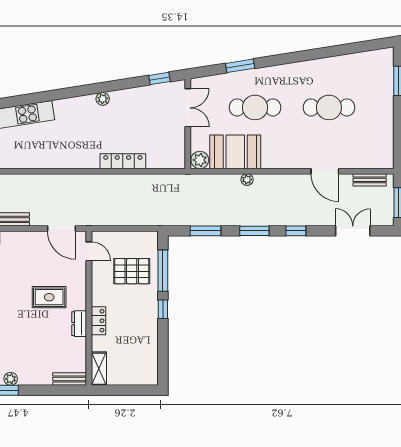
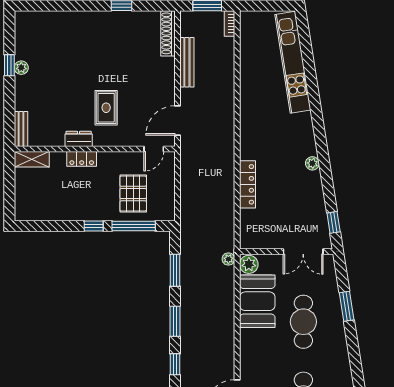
plant: (247, 180) -> (228, 259), moved

